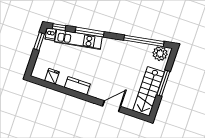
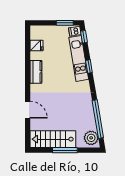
window: (90, 32) -> (89, 66), width x0.46

